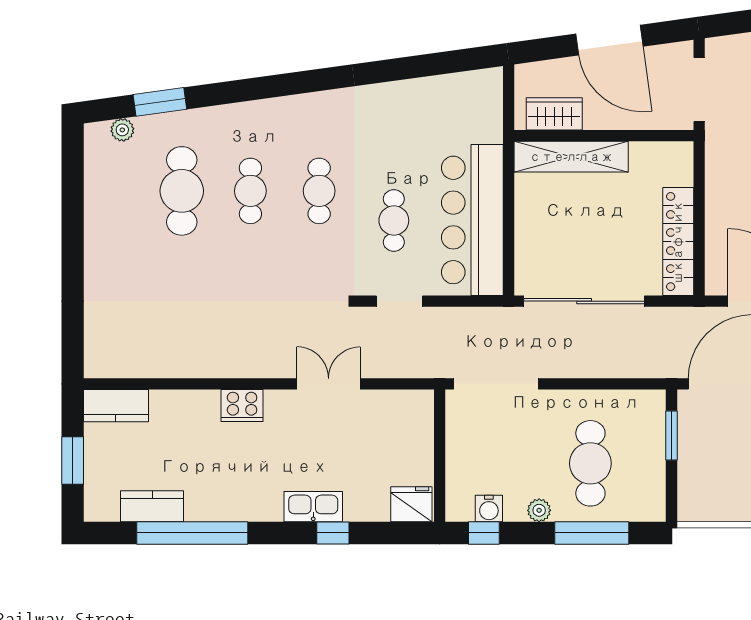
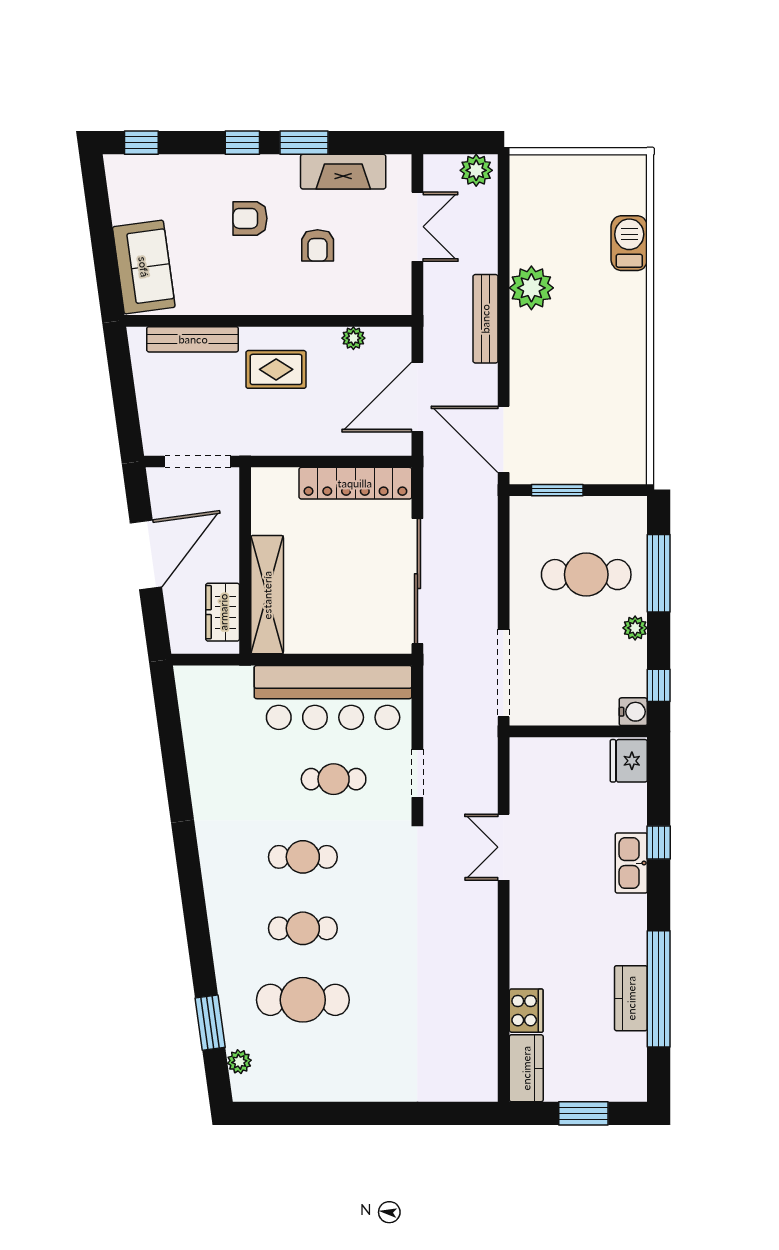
cooker: (242, 406) -> (526, 1011), moved
kitchen counter: (152, 506) -> (631, 998), moved
water cooler: (489, 508) -> (633, 712), moved

